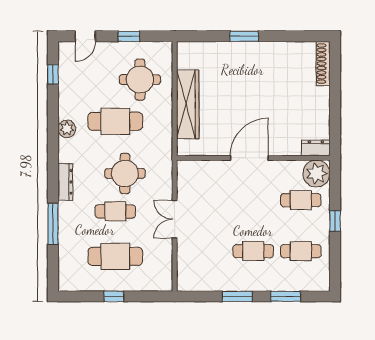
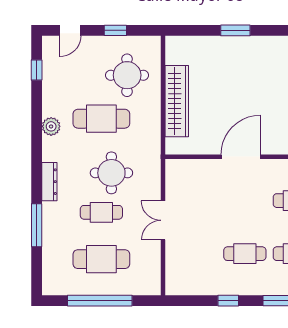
window: (114, 296) -> (100, 301), width x3.17
window: (237, 296) -> (228, 301), width x0.67

